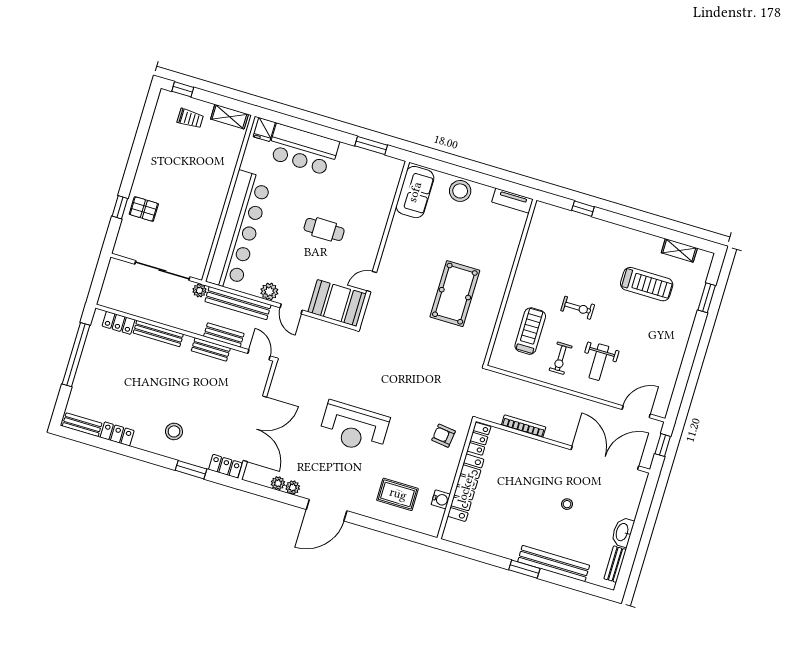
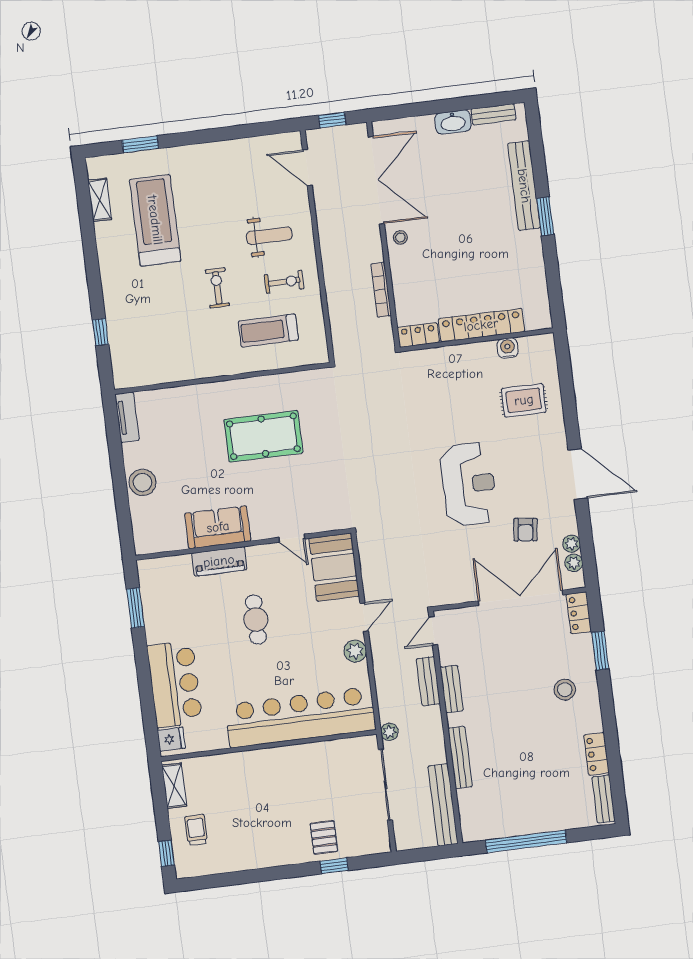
sofa: (415, 192) -> (218, 527), moved
piano: (378, 221) -> (219, 561), added
treadmill: (647, 284) -> (155, 220), width x1.37, depth x1.38
bench: (238, 303) -> (443, 805), moved
locker: (118, 323) -> (468, 809), removed
armchair: (444, 436) -> (525, 530), moved
double door: (605, 458) -> (376, 180), swing flipped
plant: (293, 487) -> (574, 563), moved
rug: (398, 494) -> (524, 400), turned 90
stool: (567, 504) -> (400, 237), moved

